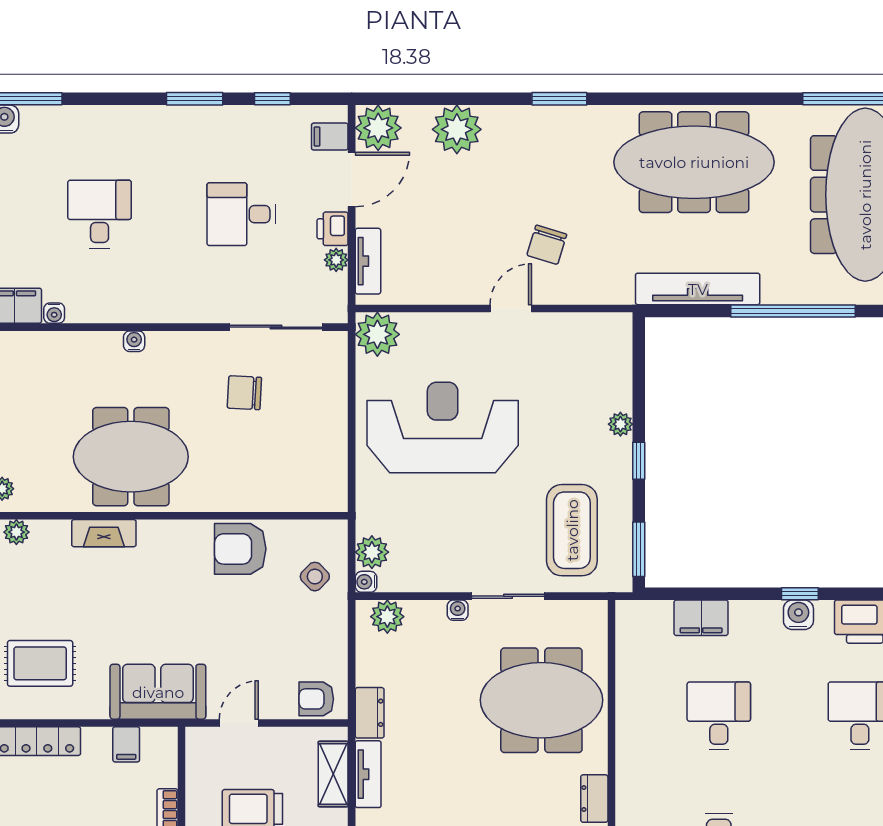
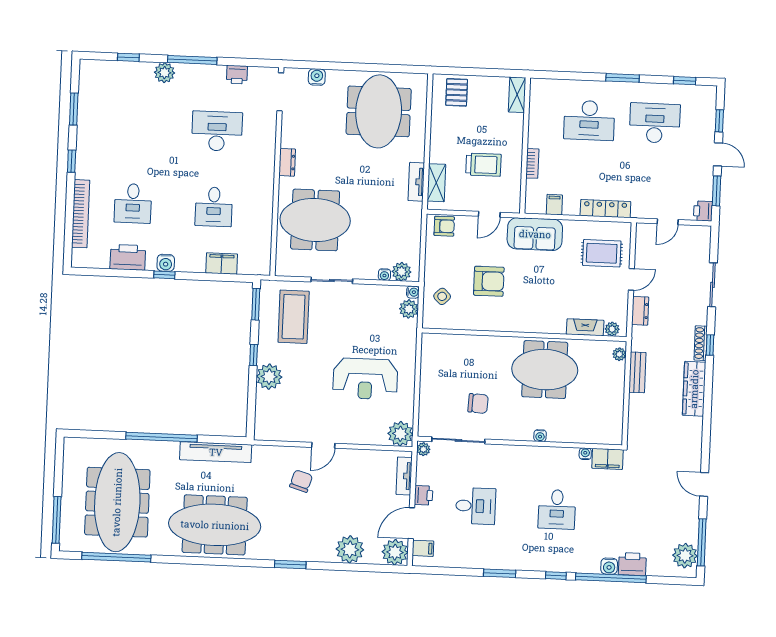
window: (272, 99) -> (556, 576), moved
plant: (336, 260) -> (423, 449), moved
plant: (620, 424) -> (269, 377), width x1.88, depth x1.88
reception desk: (443, 427) -> (365, 379), width x0.74, depth x0.77
fireplace: (104, 533) -> (585, 327), moved
armchair: (240, 549) -> (489, 281), moved
water cooler: (458, 610) -> (384, 275), moved
dresser: (370, 713) -> (414, 217), removed

